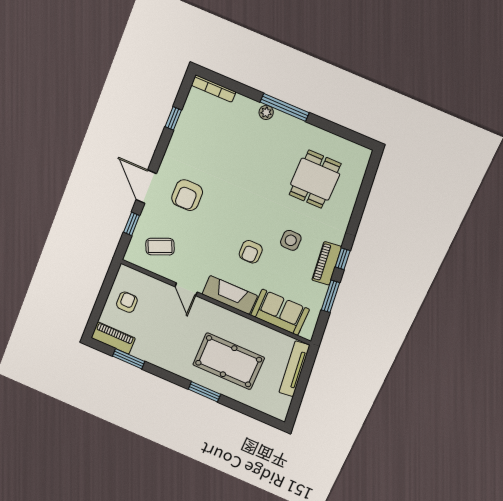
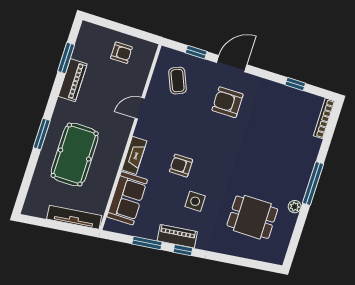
plant: (266, 112) -> (295, 207), moved
fireplace: (230, 295) -> (134, 155), width x0.73, depth x0.76
piano: (113, 338) -> (73, 80), moved

